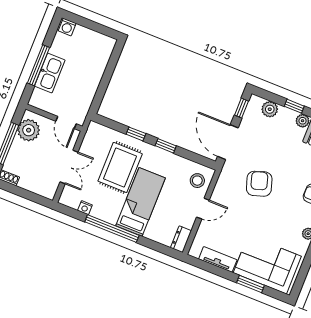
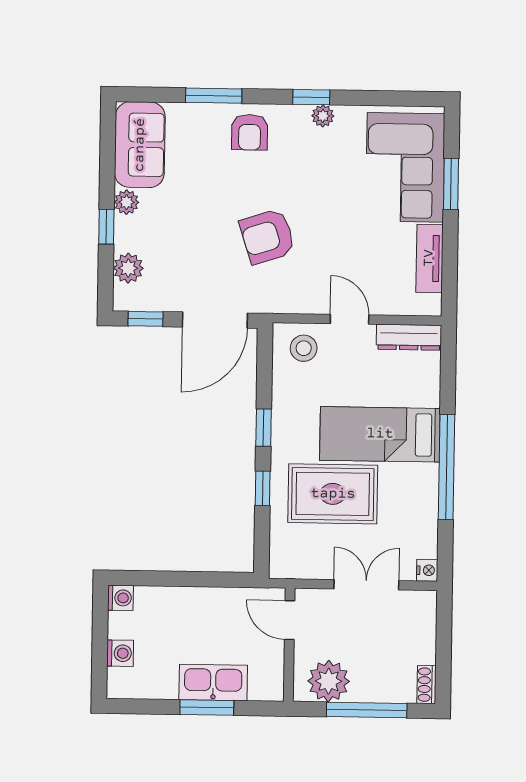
washing machine: (67, 27) -> (120, 653), moved
washing machine: (109, 43) -> (120, 598), added
window: (39, 65) -> (207, 708), width x0.69
door: (66, 122) -> (290, 620), swing flipped
nightstand: (85, 208) -> (427, 570), moved
dresser: (181, 239) -> (409, 337), width x1.44

